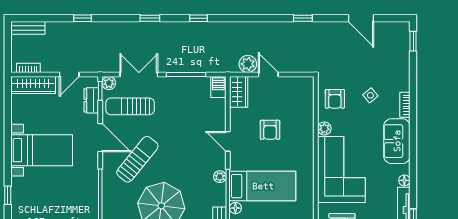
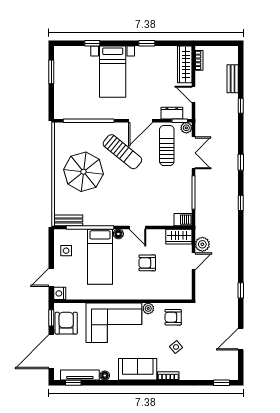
bench: (28, 28) -> (233, 79), moved
window: (8, 130) -> (147, 43), added
door: (228, 141) -> (137, 227), swing flipped
bed with nightstands: (42, 150) -> (113, 72), moved
plant: (220, 177) -> (108, 221), removed
floor lamp: (235, 208) -> (118, 234), moved

